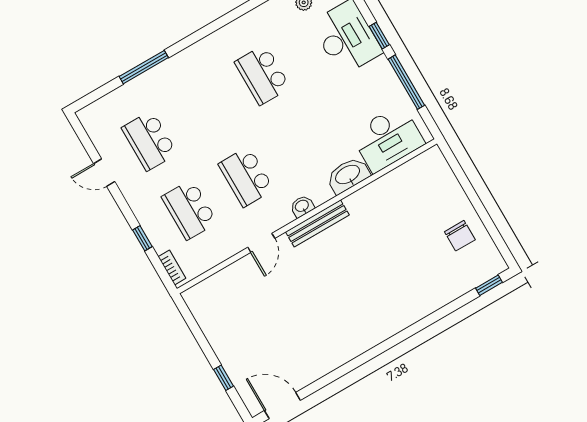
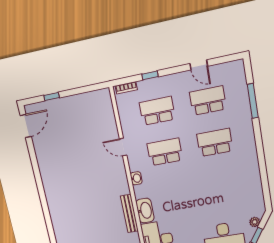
window: (144, 67) -> (253, 101), moved
school desk: (263, 75) -> (215, 142), moved
door: (104, 173) -> (199, 65), swing flipped
bench: (317, 223) -> (129, 214), moved

